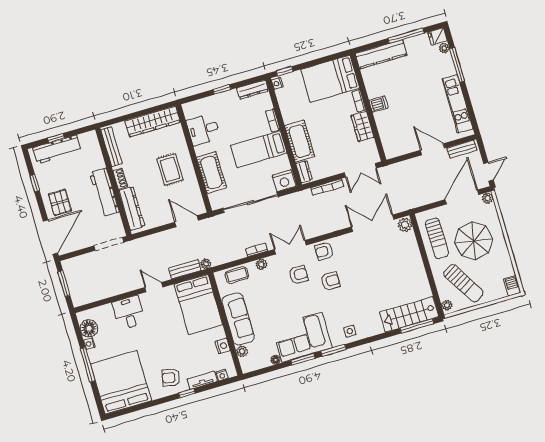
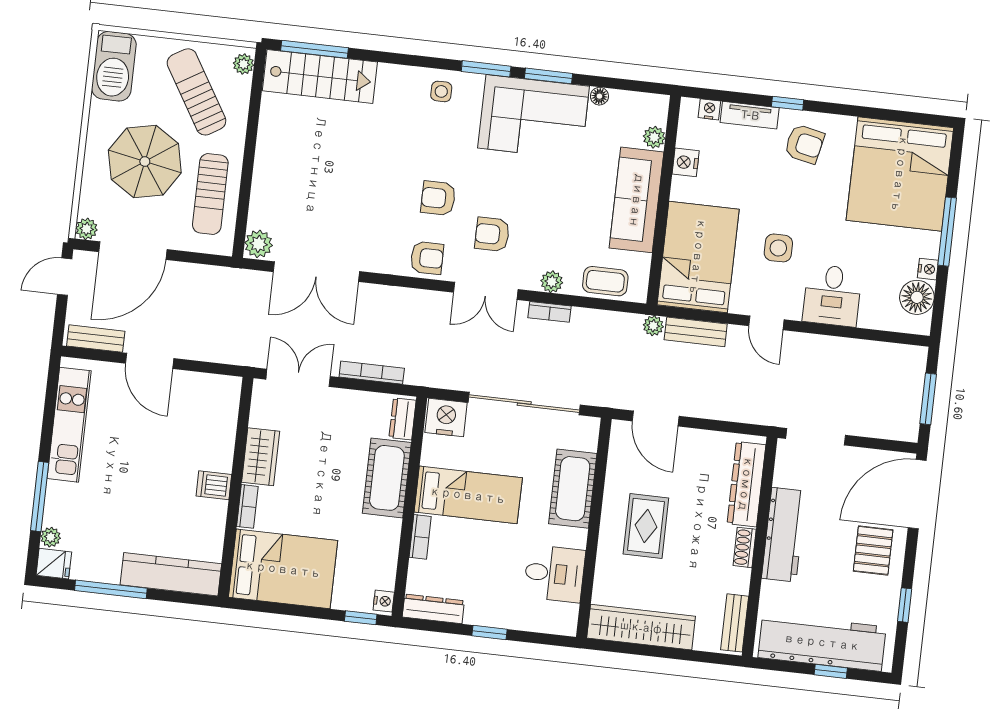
bench: (111, 147) -> (735, 623), width x0.73
workbench: (57, 150) -> (822, 642), width x1.36, depth x1.32
sun lounger: (437, 239) -> (210, 194), turned 180
barbecue: (512, 286) -> (114, 66), width x1.88, depth x1.53
side table: (163, 324) -> (778, 248), added

